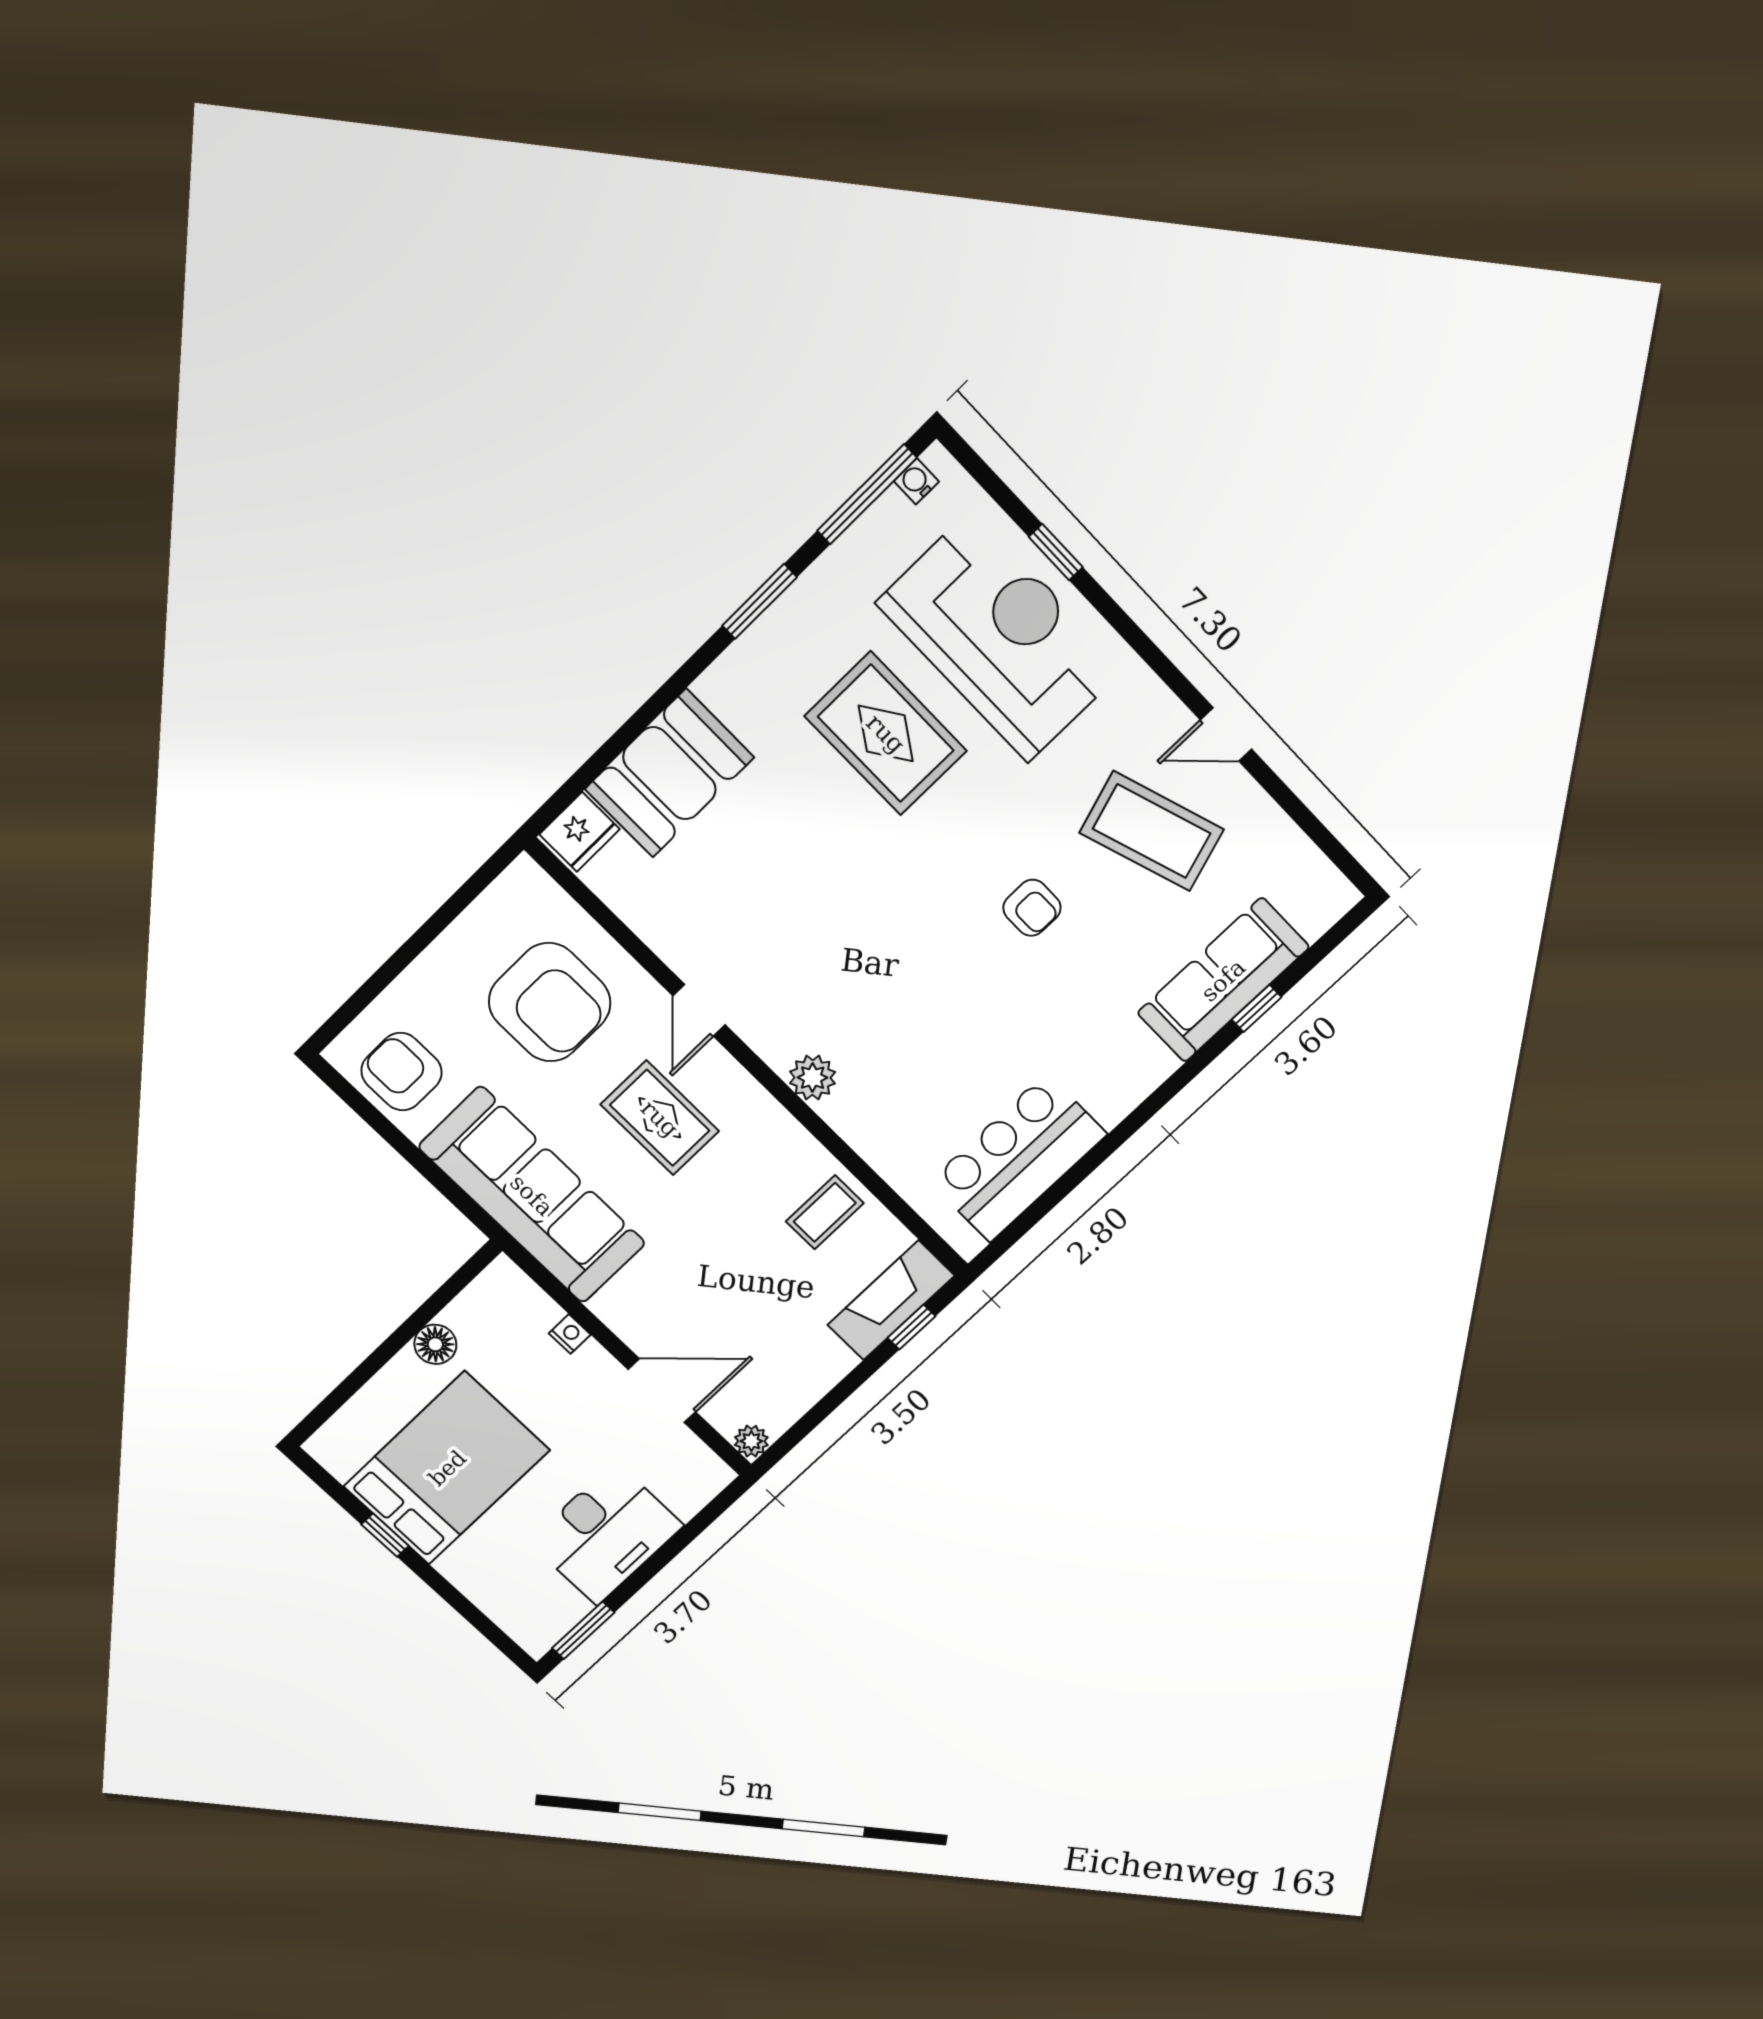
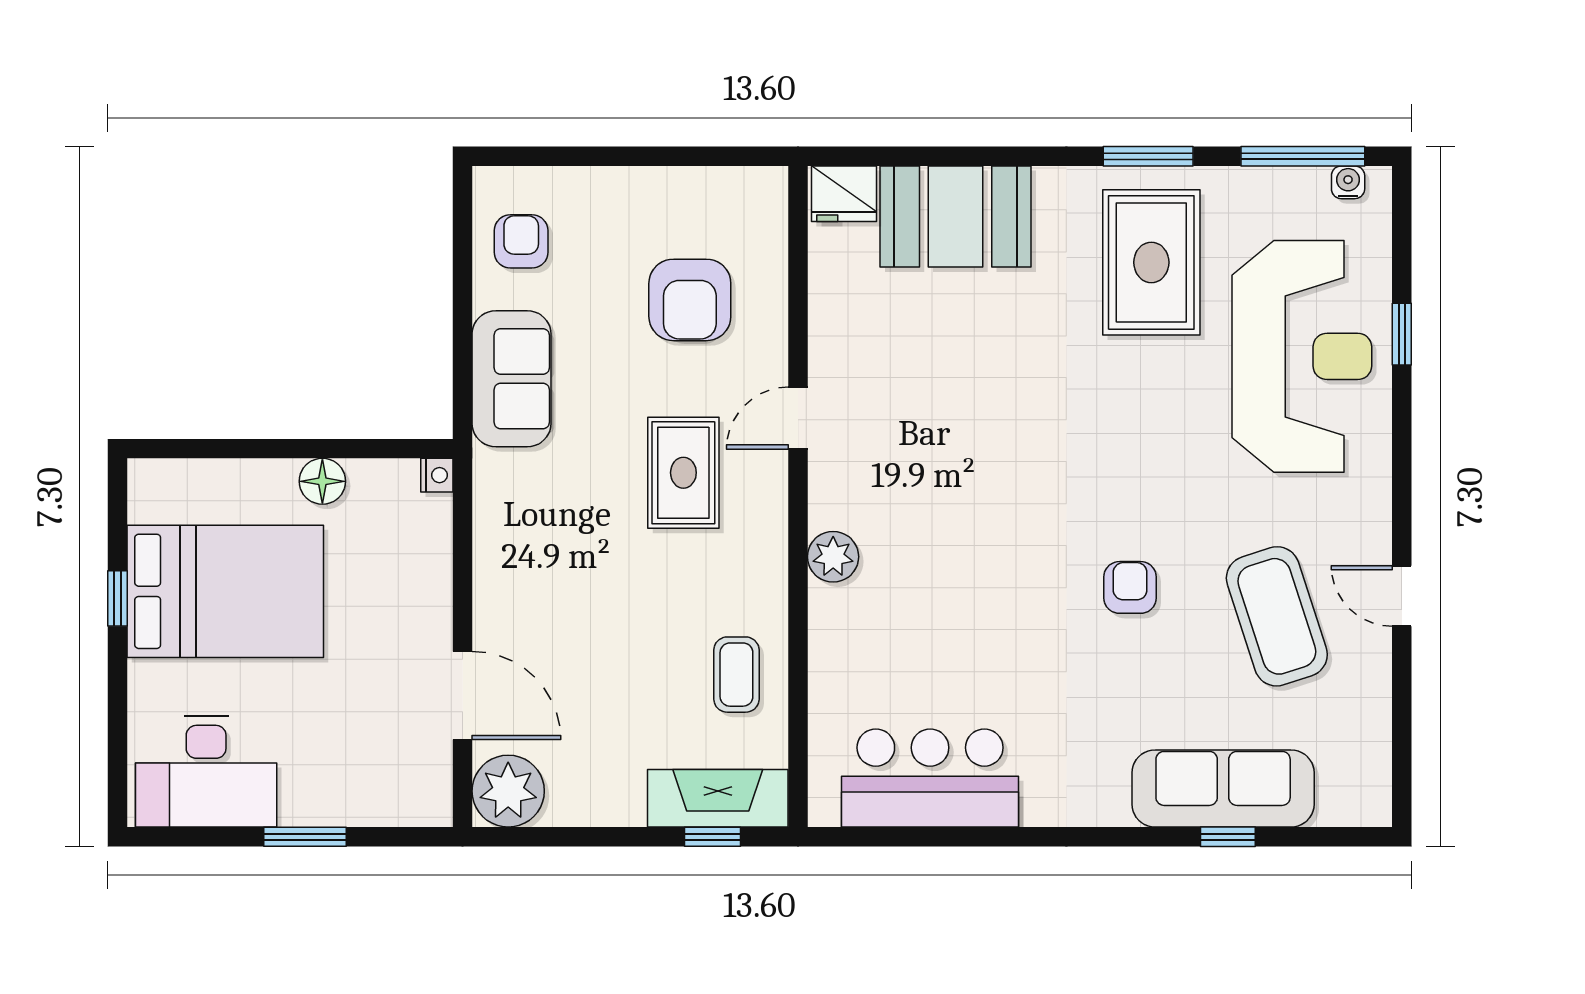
rug: (886, 733) -> (1151, 262), moved
armchair: (1032, 908) -> (1130, 587), turned 180
armchair: (550, 1002) -> (690, 300), width x0.73, depth x0.73
armchair: (401, 1072) -> (521, 241), width x0.72, depth x0.72
sofa: (532, 1195) -> (512, 379), width x0.54, depth x0.79
coffee table: (825, 1212) -> (736, 675), turned 90
nightstand: (570, 1334) -> (437, 475), moved
plant: (751, 1441) -> (508, 791), width x1.88, depth x1.88
desk: (606, 1534) -> (206, 772), moved
window: (583, 1630) -> (305, 837), moved

